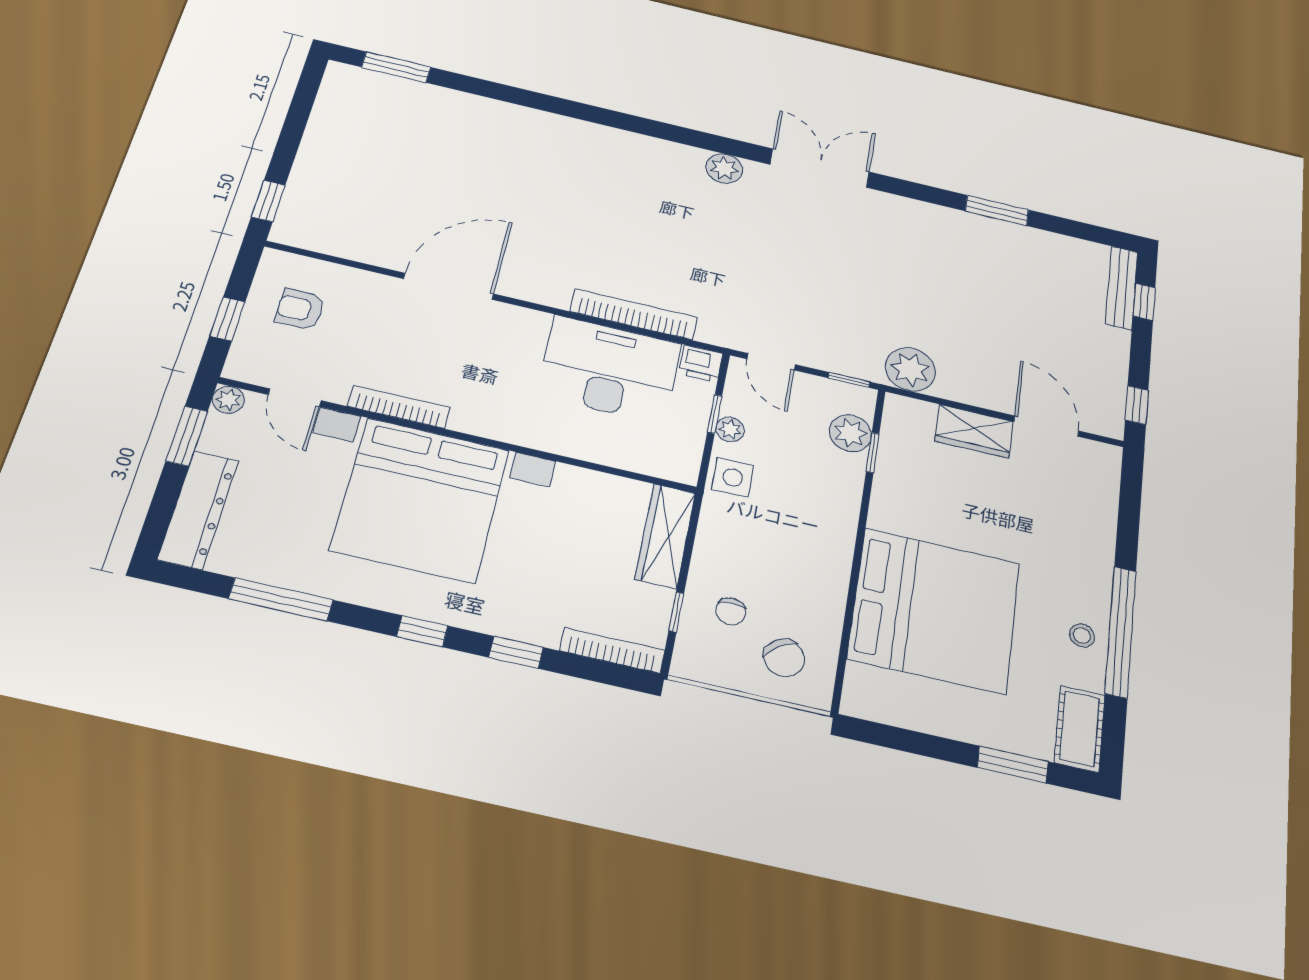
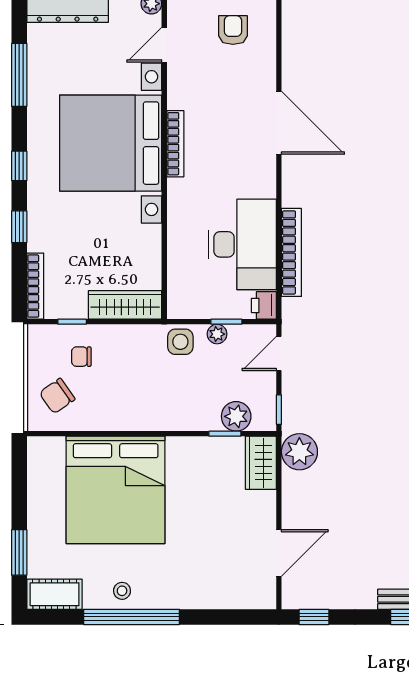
bookcase: (399, 407) -> (175, 144), moved
wardrobe: (974, 431) -> (261, 463), moved

